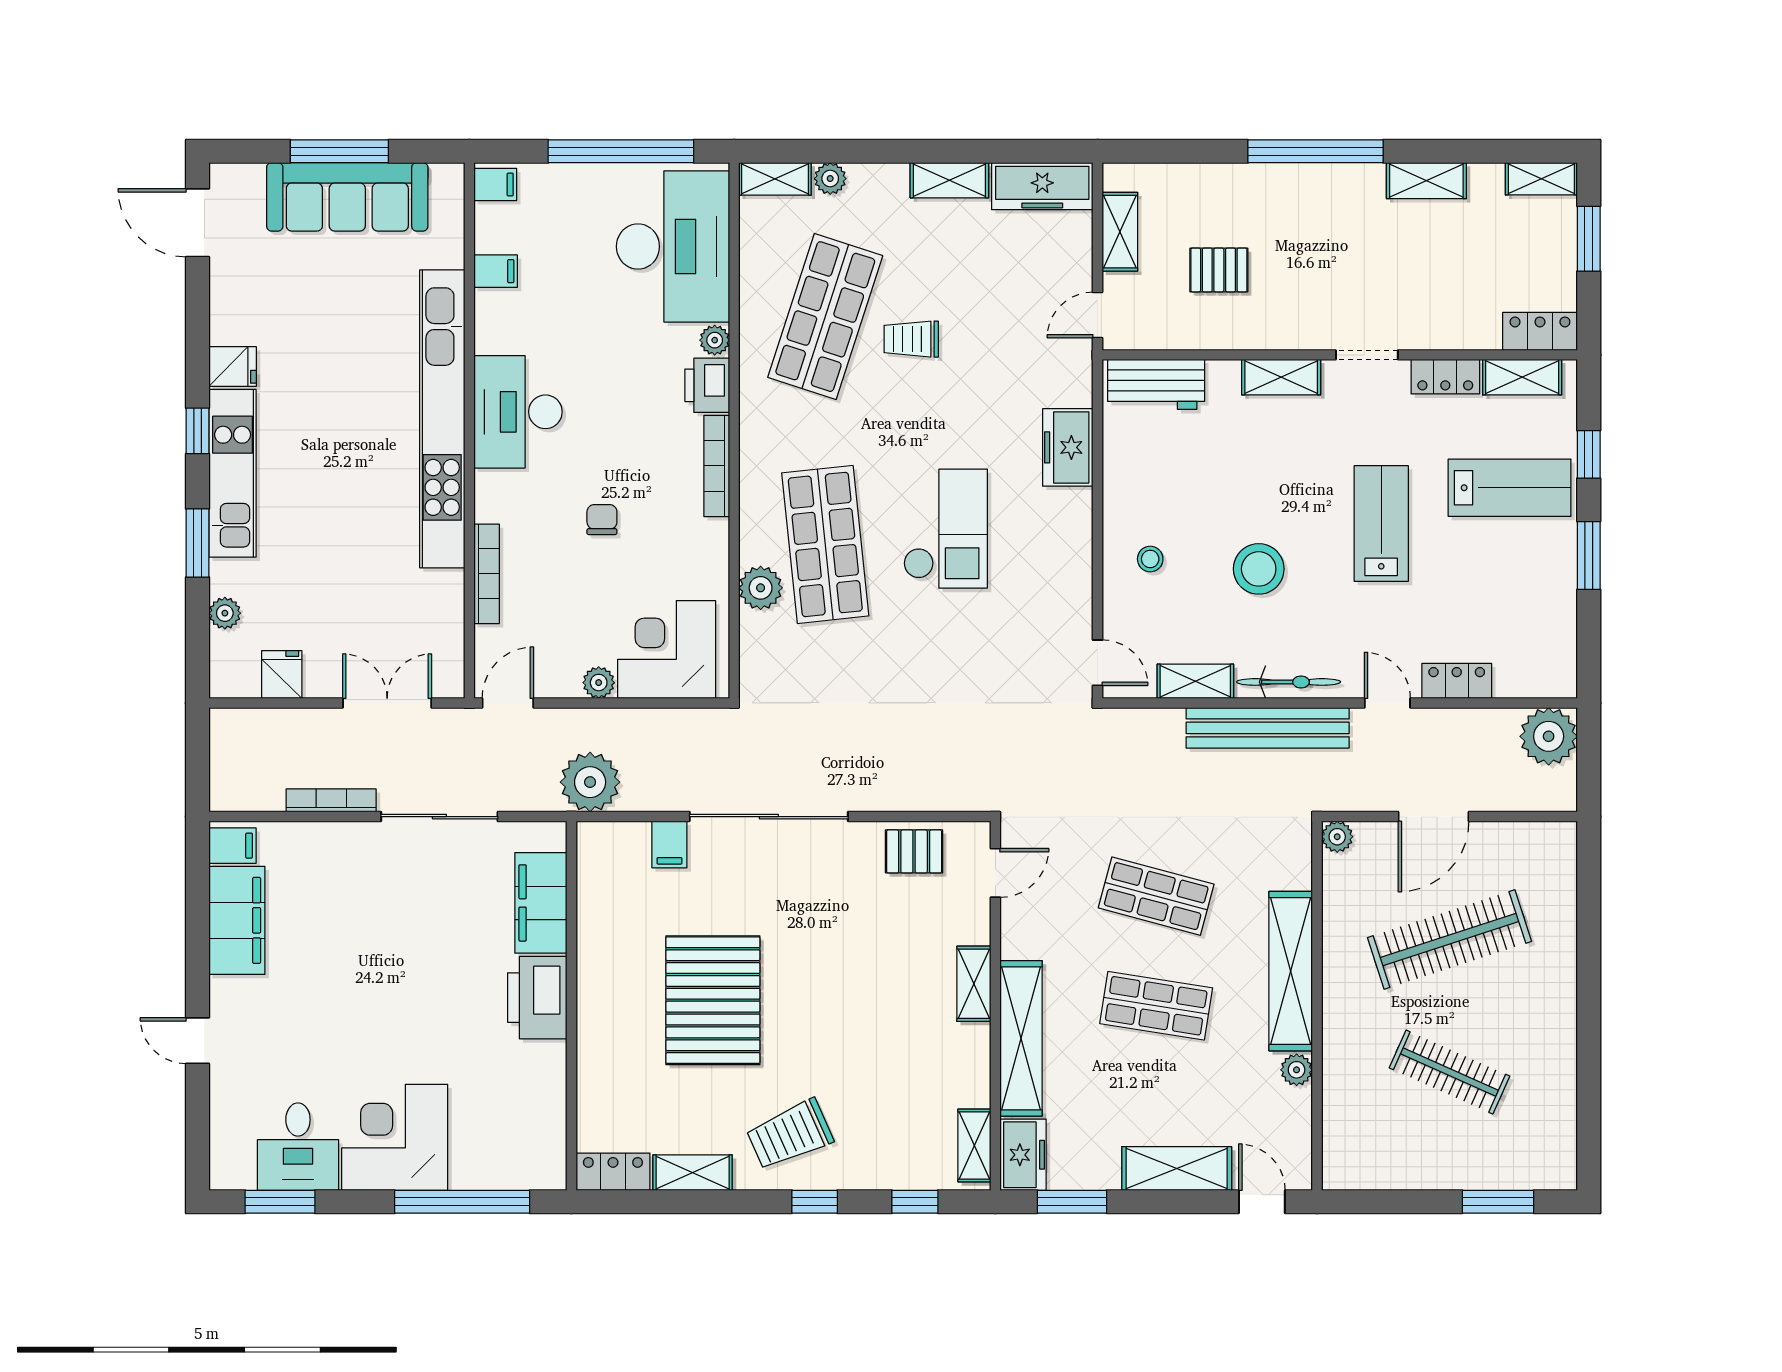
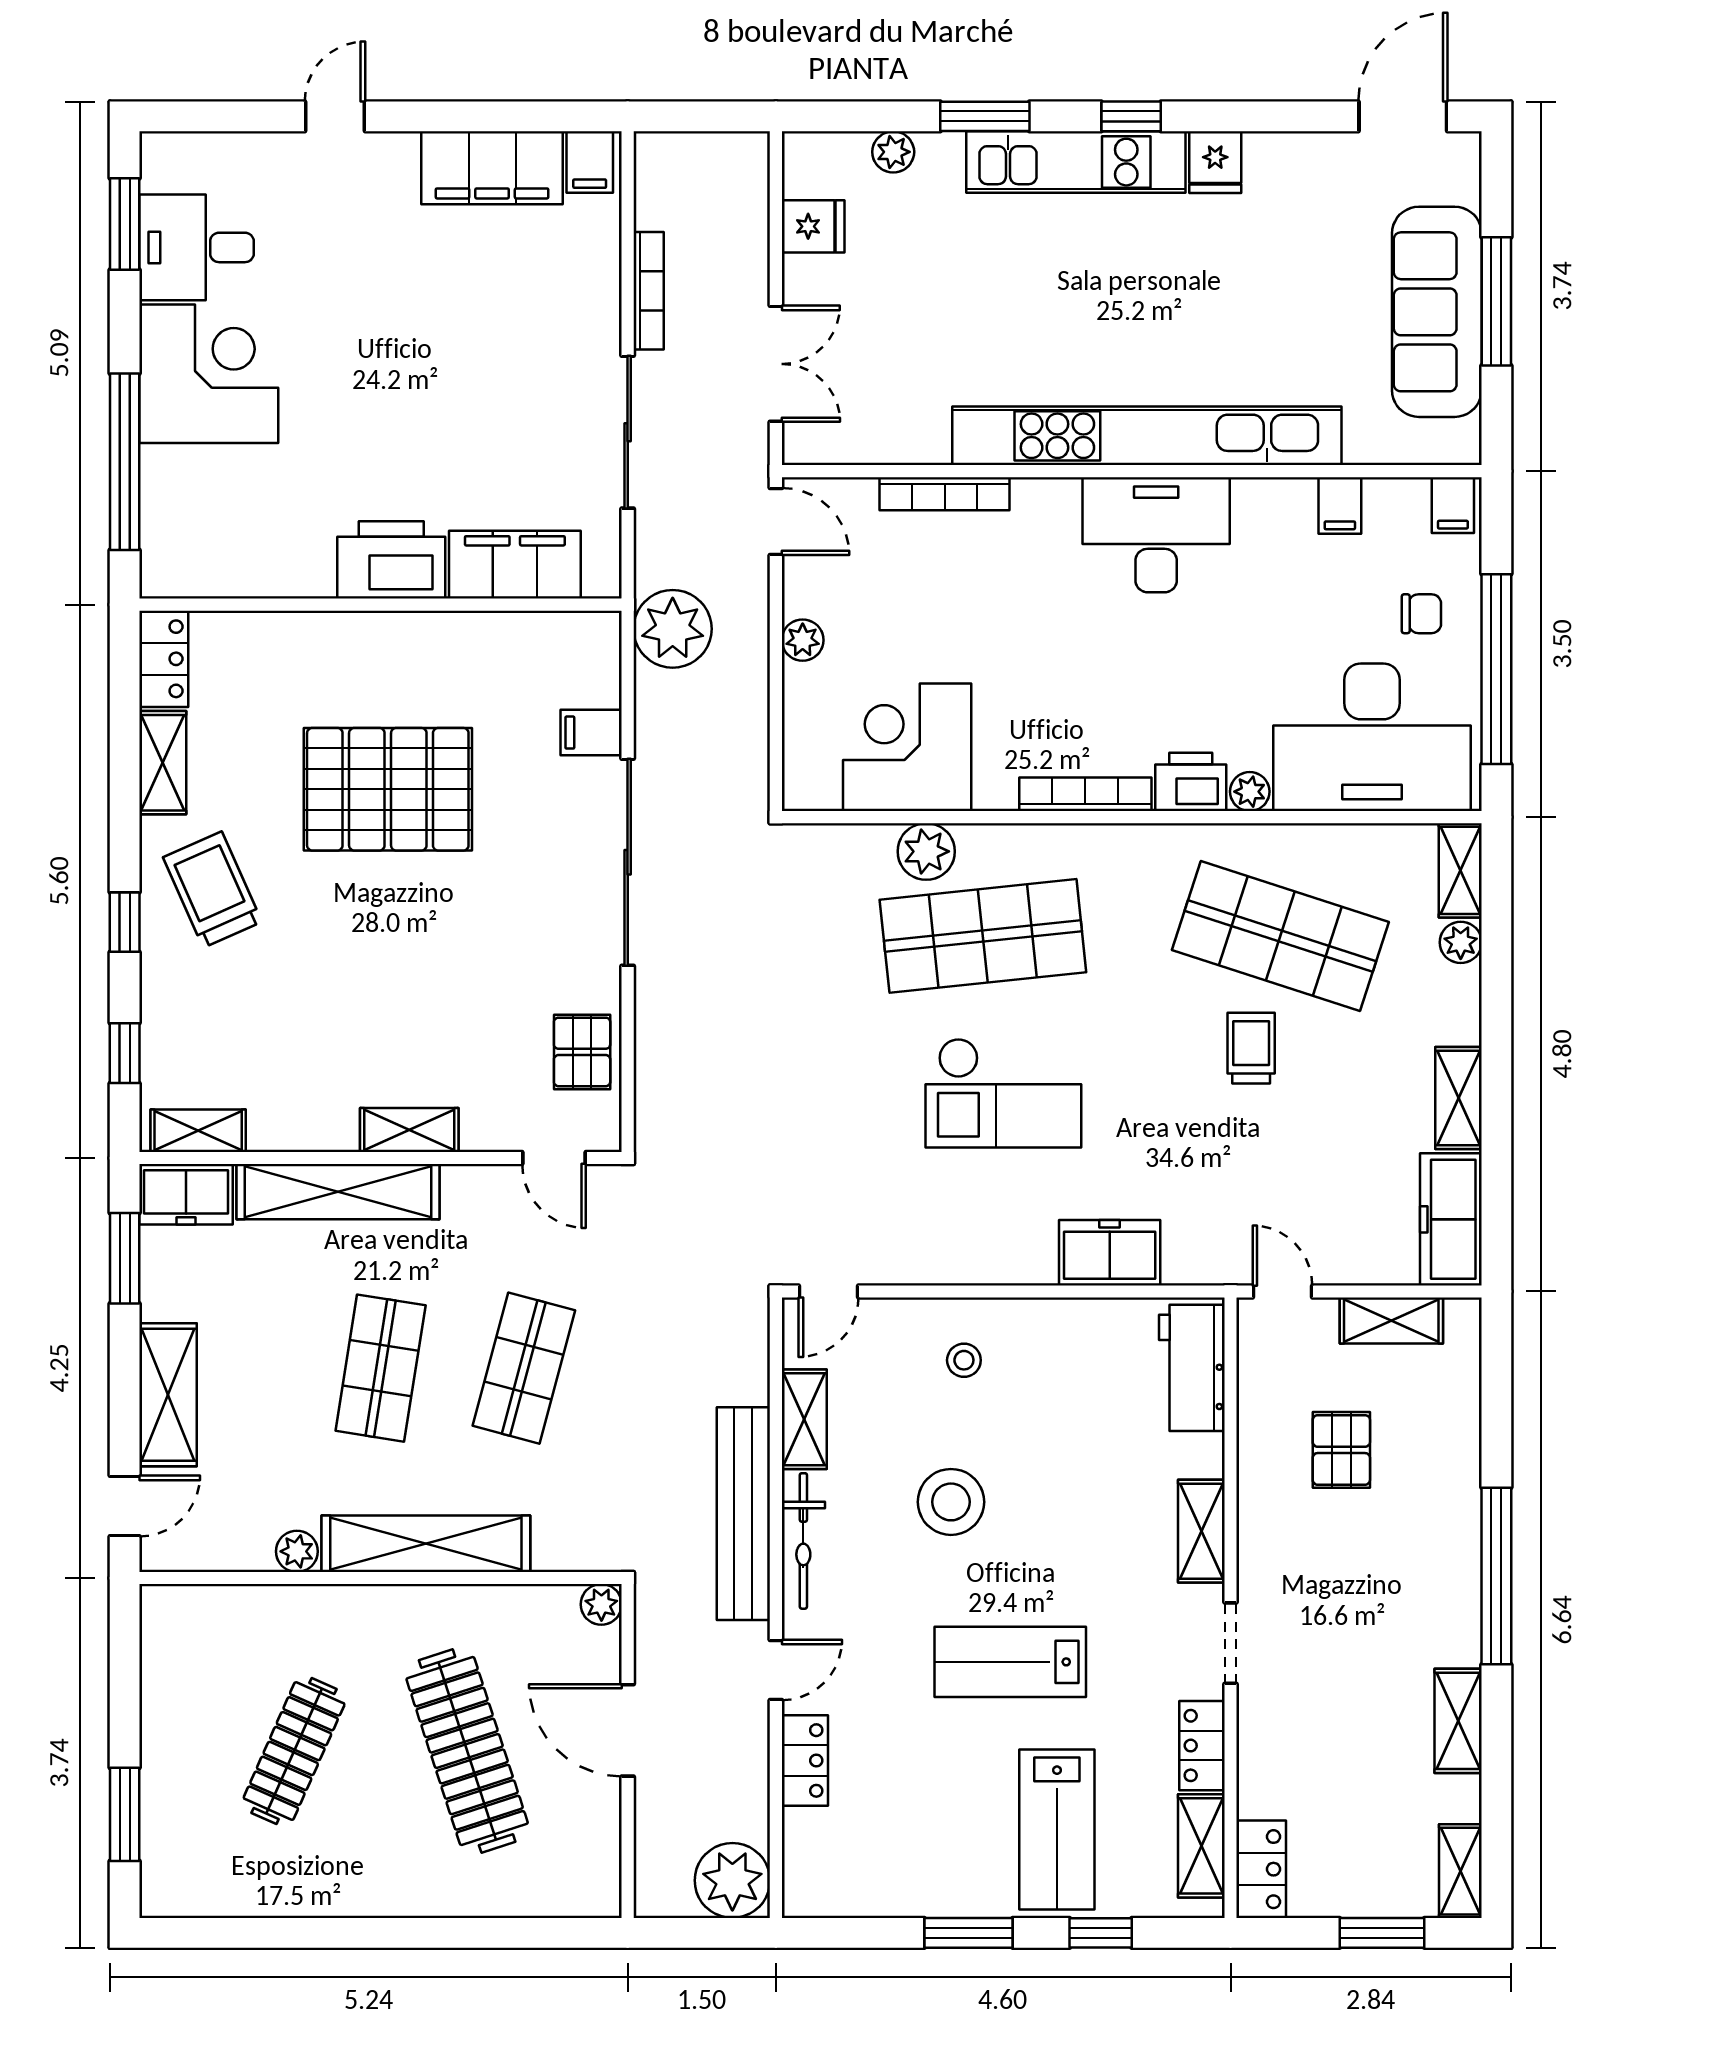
chair: (602, 520) -> (1421, 614), moved
lab bench: (1381, 523) -> (1010, 1662), turned 180
corner desk: (667, 649) -> (907, 747), moved, turned -90

